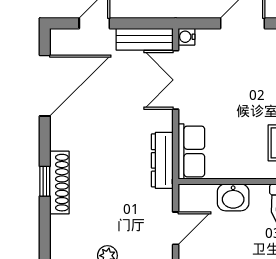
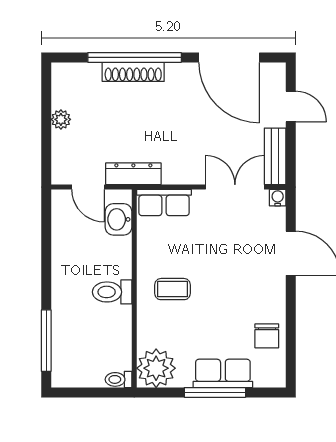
dresser: (162, 160) -> (133, 174), moved
window: (45, 181) -> (135, 57), width x3.17
washbasin: (233, 197) -> (119, 219), moved

